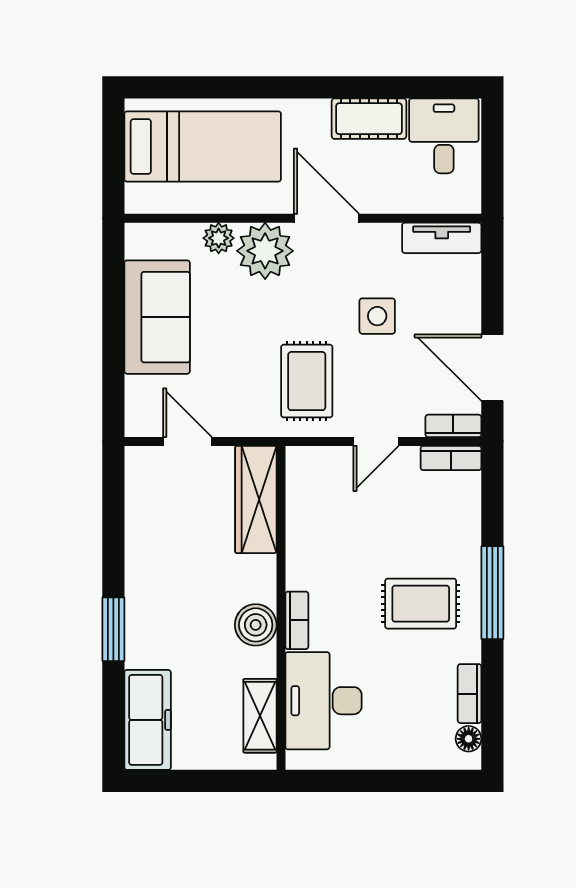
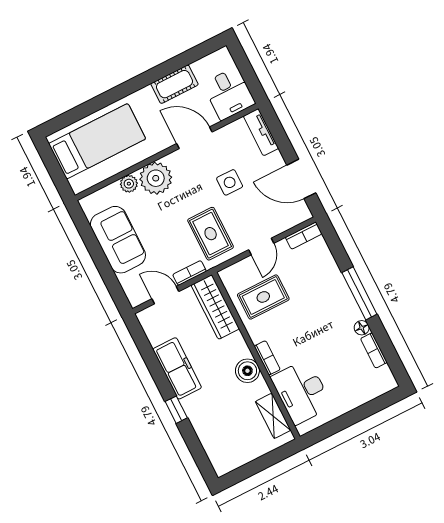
desk: (444, 136) -> (229, 94), moved, turned 180
door: (327, 218) -> (194, 138), moved
tv unit: (442, 238) -> (261, 132), moved, turned 90
bookcase: (453, 426) -> (189, 273), moved
rug: (421, 604) -> (263, 297), moved
window: (113, 629) -> (176, 410), width x0.67
freezer: (148, 720) -> (177, 368), moved
floor lamp: (469, 739) -> (362, 328), moved

